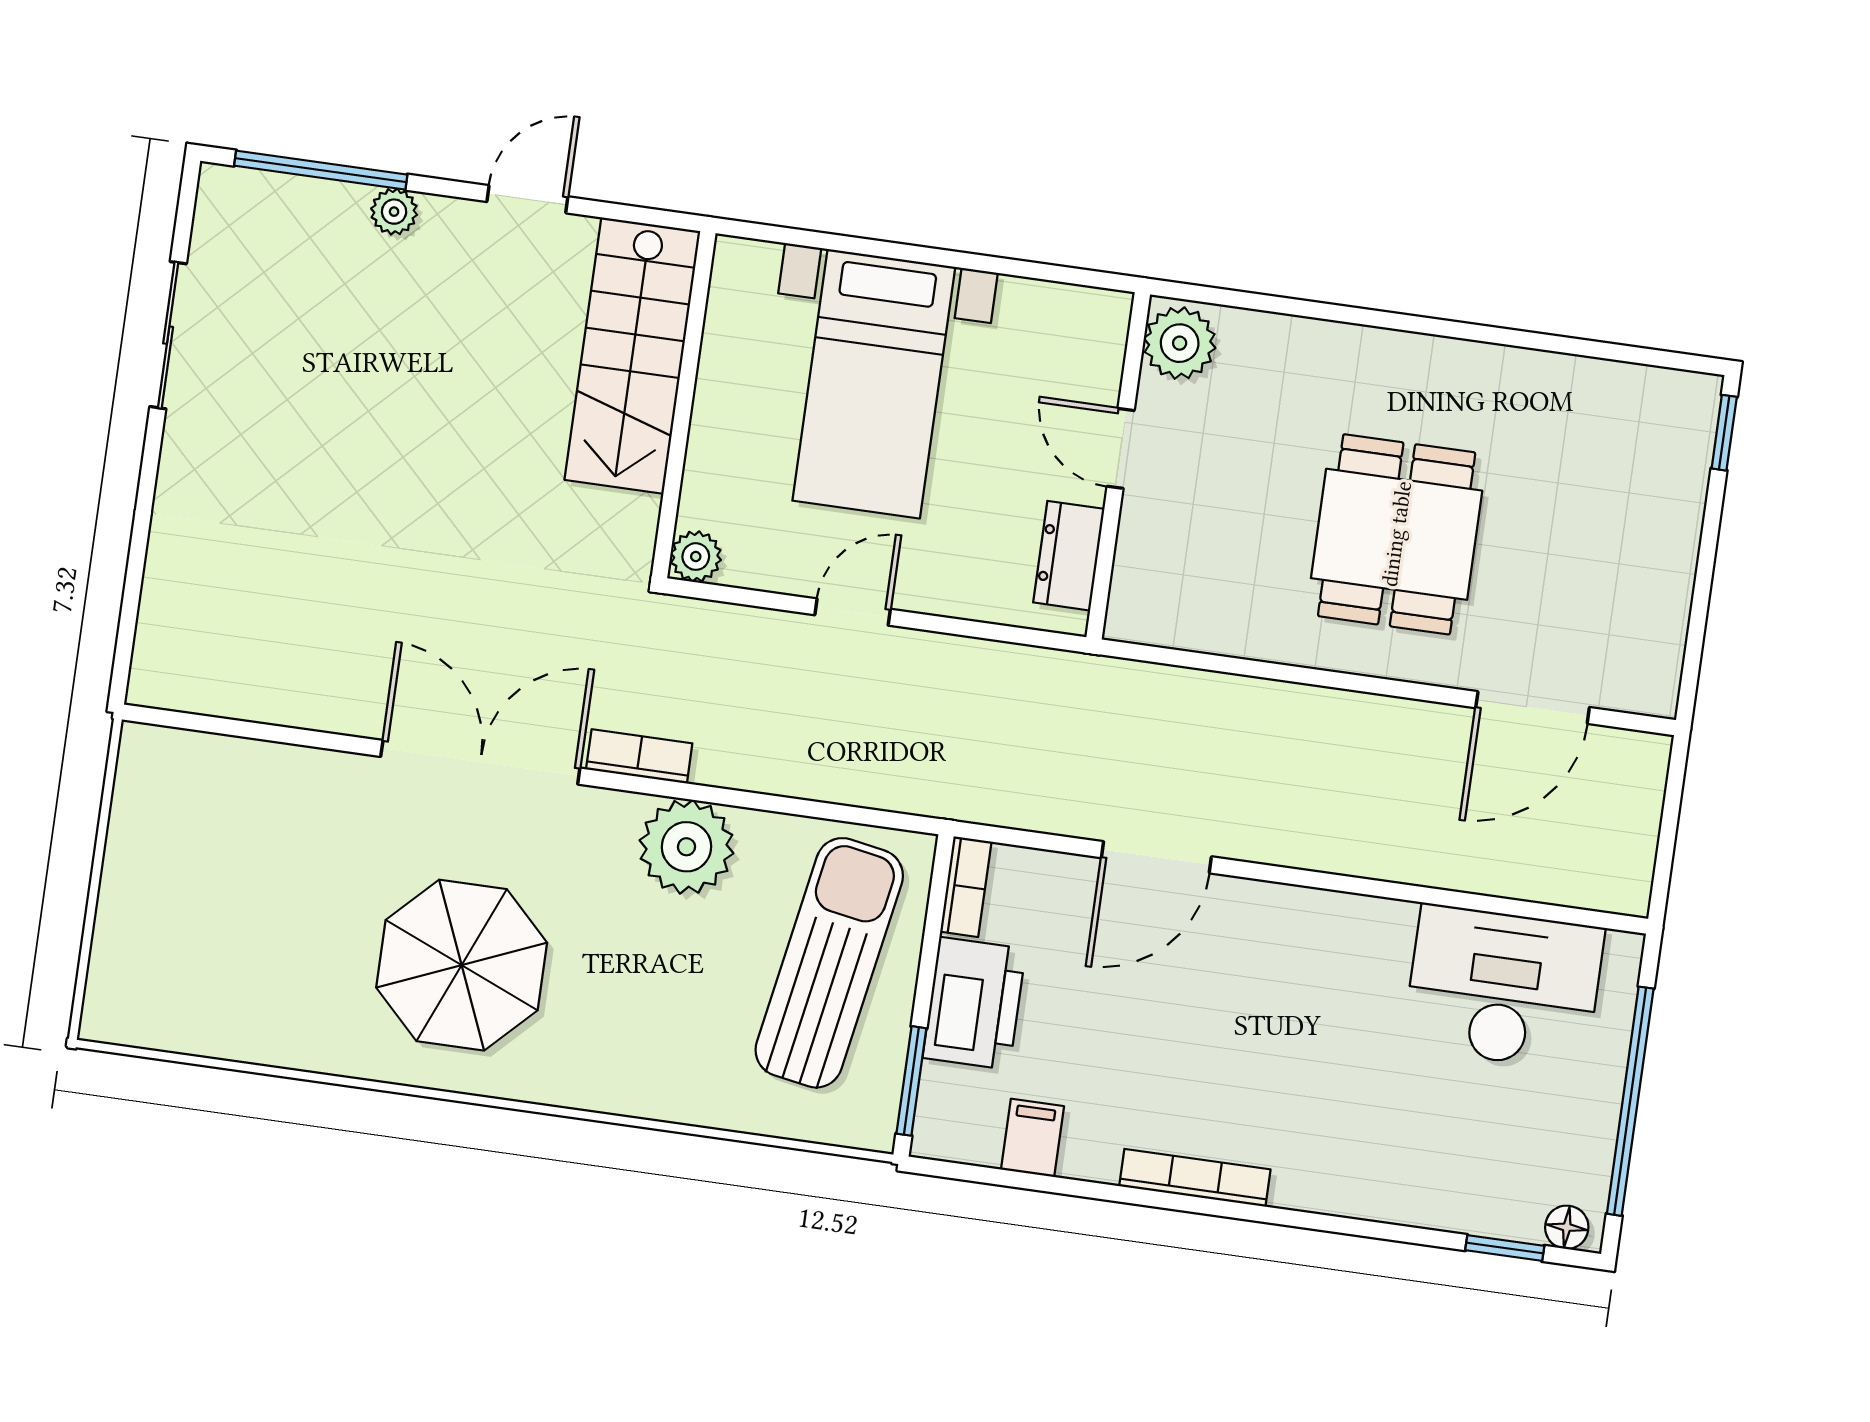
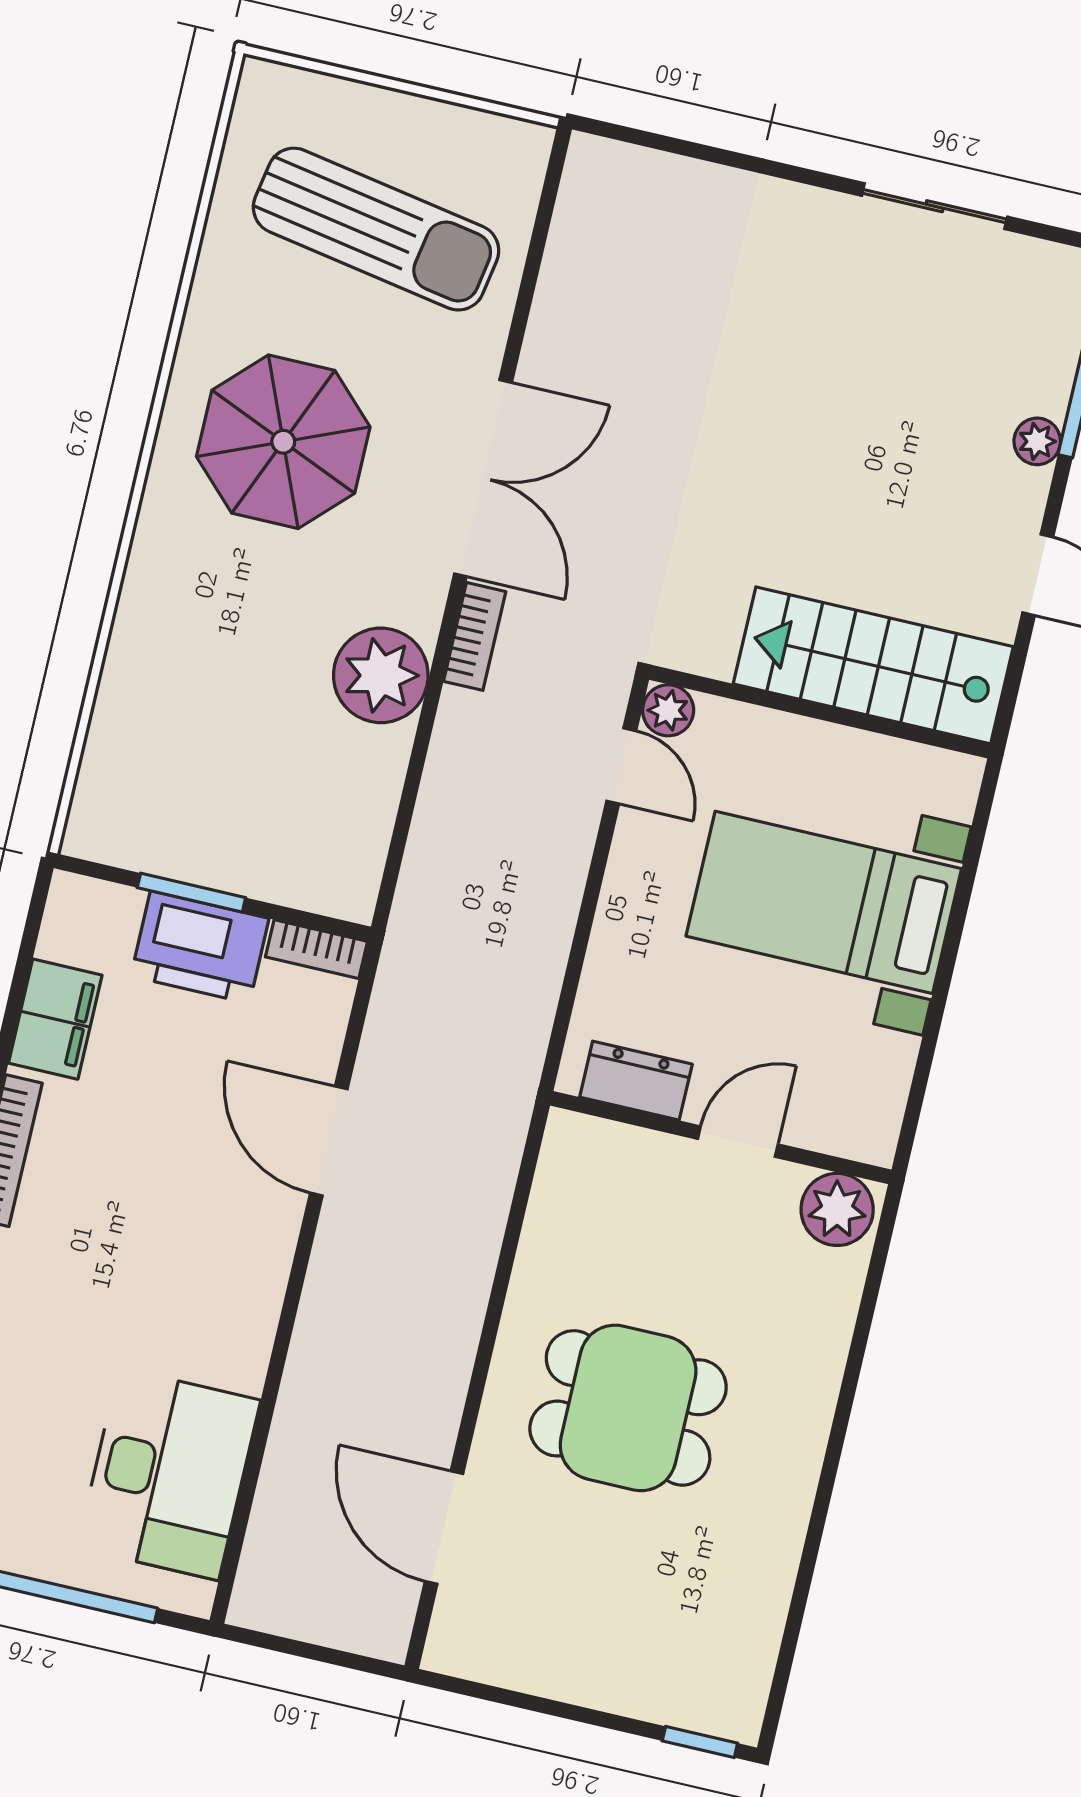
door: (853, 612) -> (621, 766), moved
sun lounger: (829, 963) -> (376, 229), moved
window: (911, 1081) -> (191, 893), moved
filing cabinet: (1032, 1138) -> (55, 1019), width x2.00

